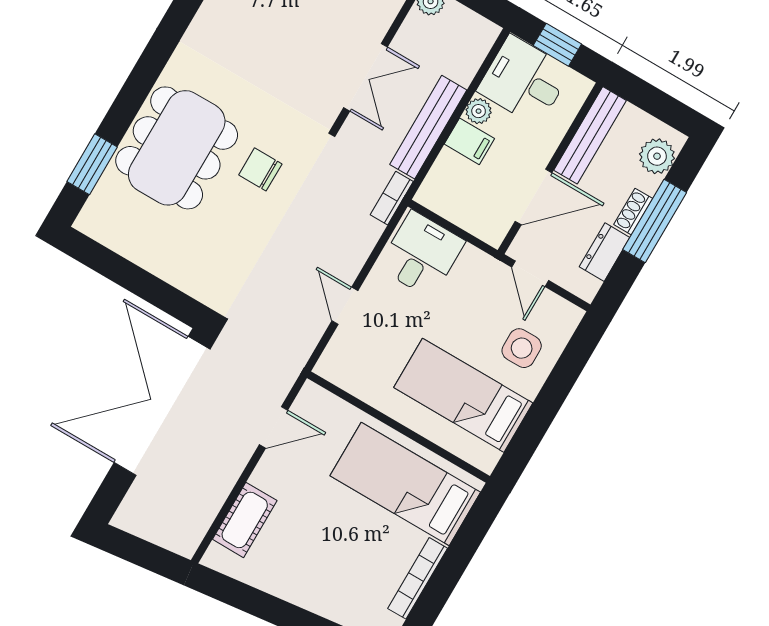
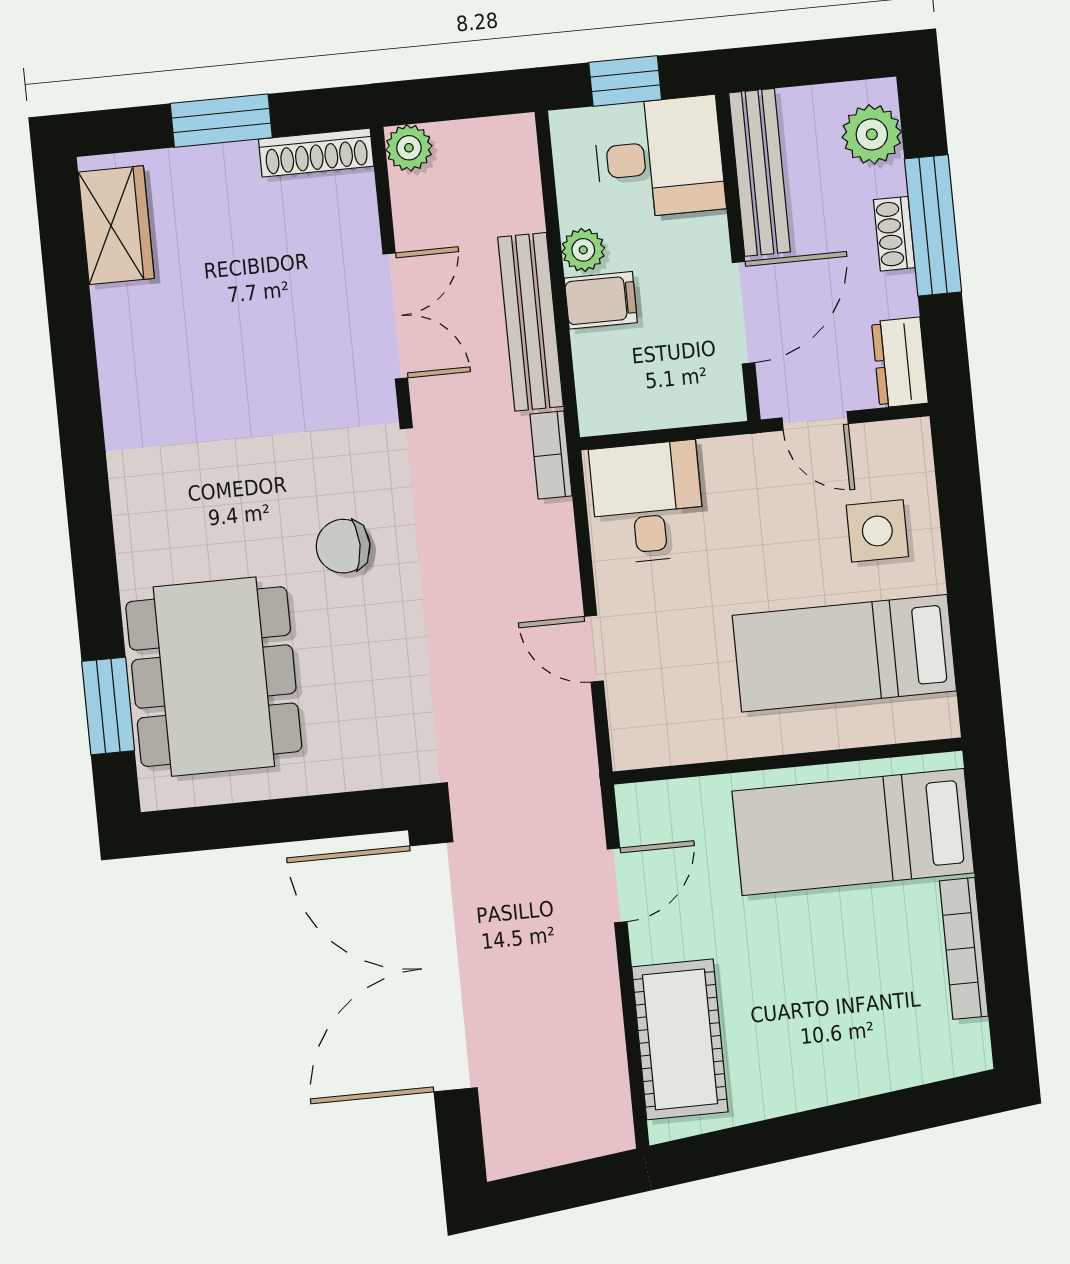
desk: (524, 80) -> (659, 157), moved, turned 180
dining table: (177, 148) -> (214, 677), moved
dresser: (605, 252) -> (900, 362), moved
cot: (245, 520) -> (680, 1039), width x1.37, depth x1.34

